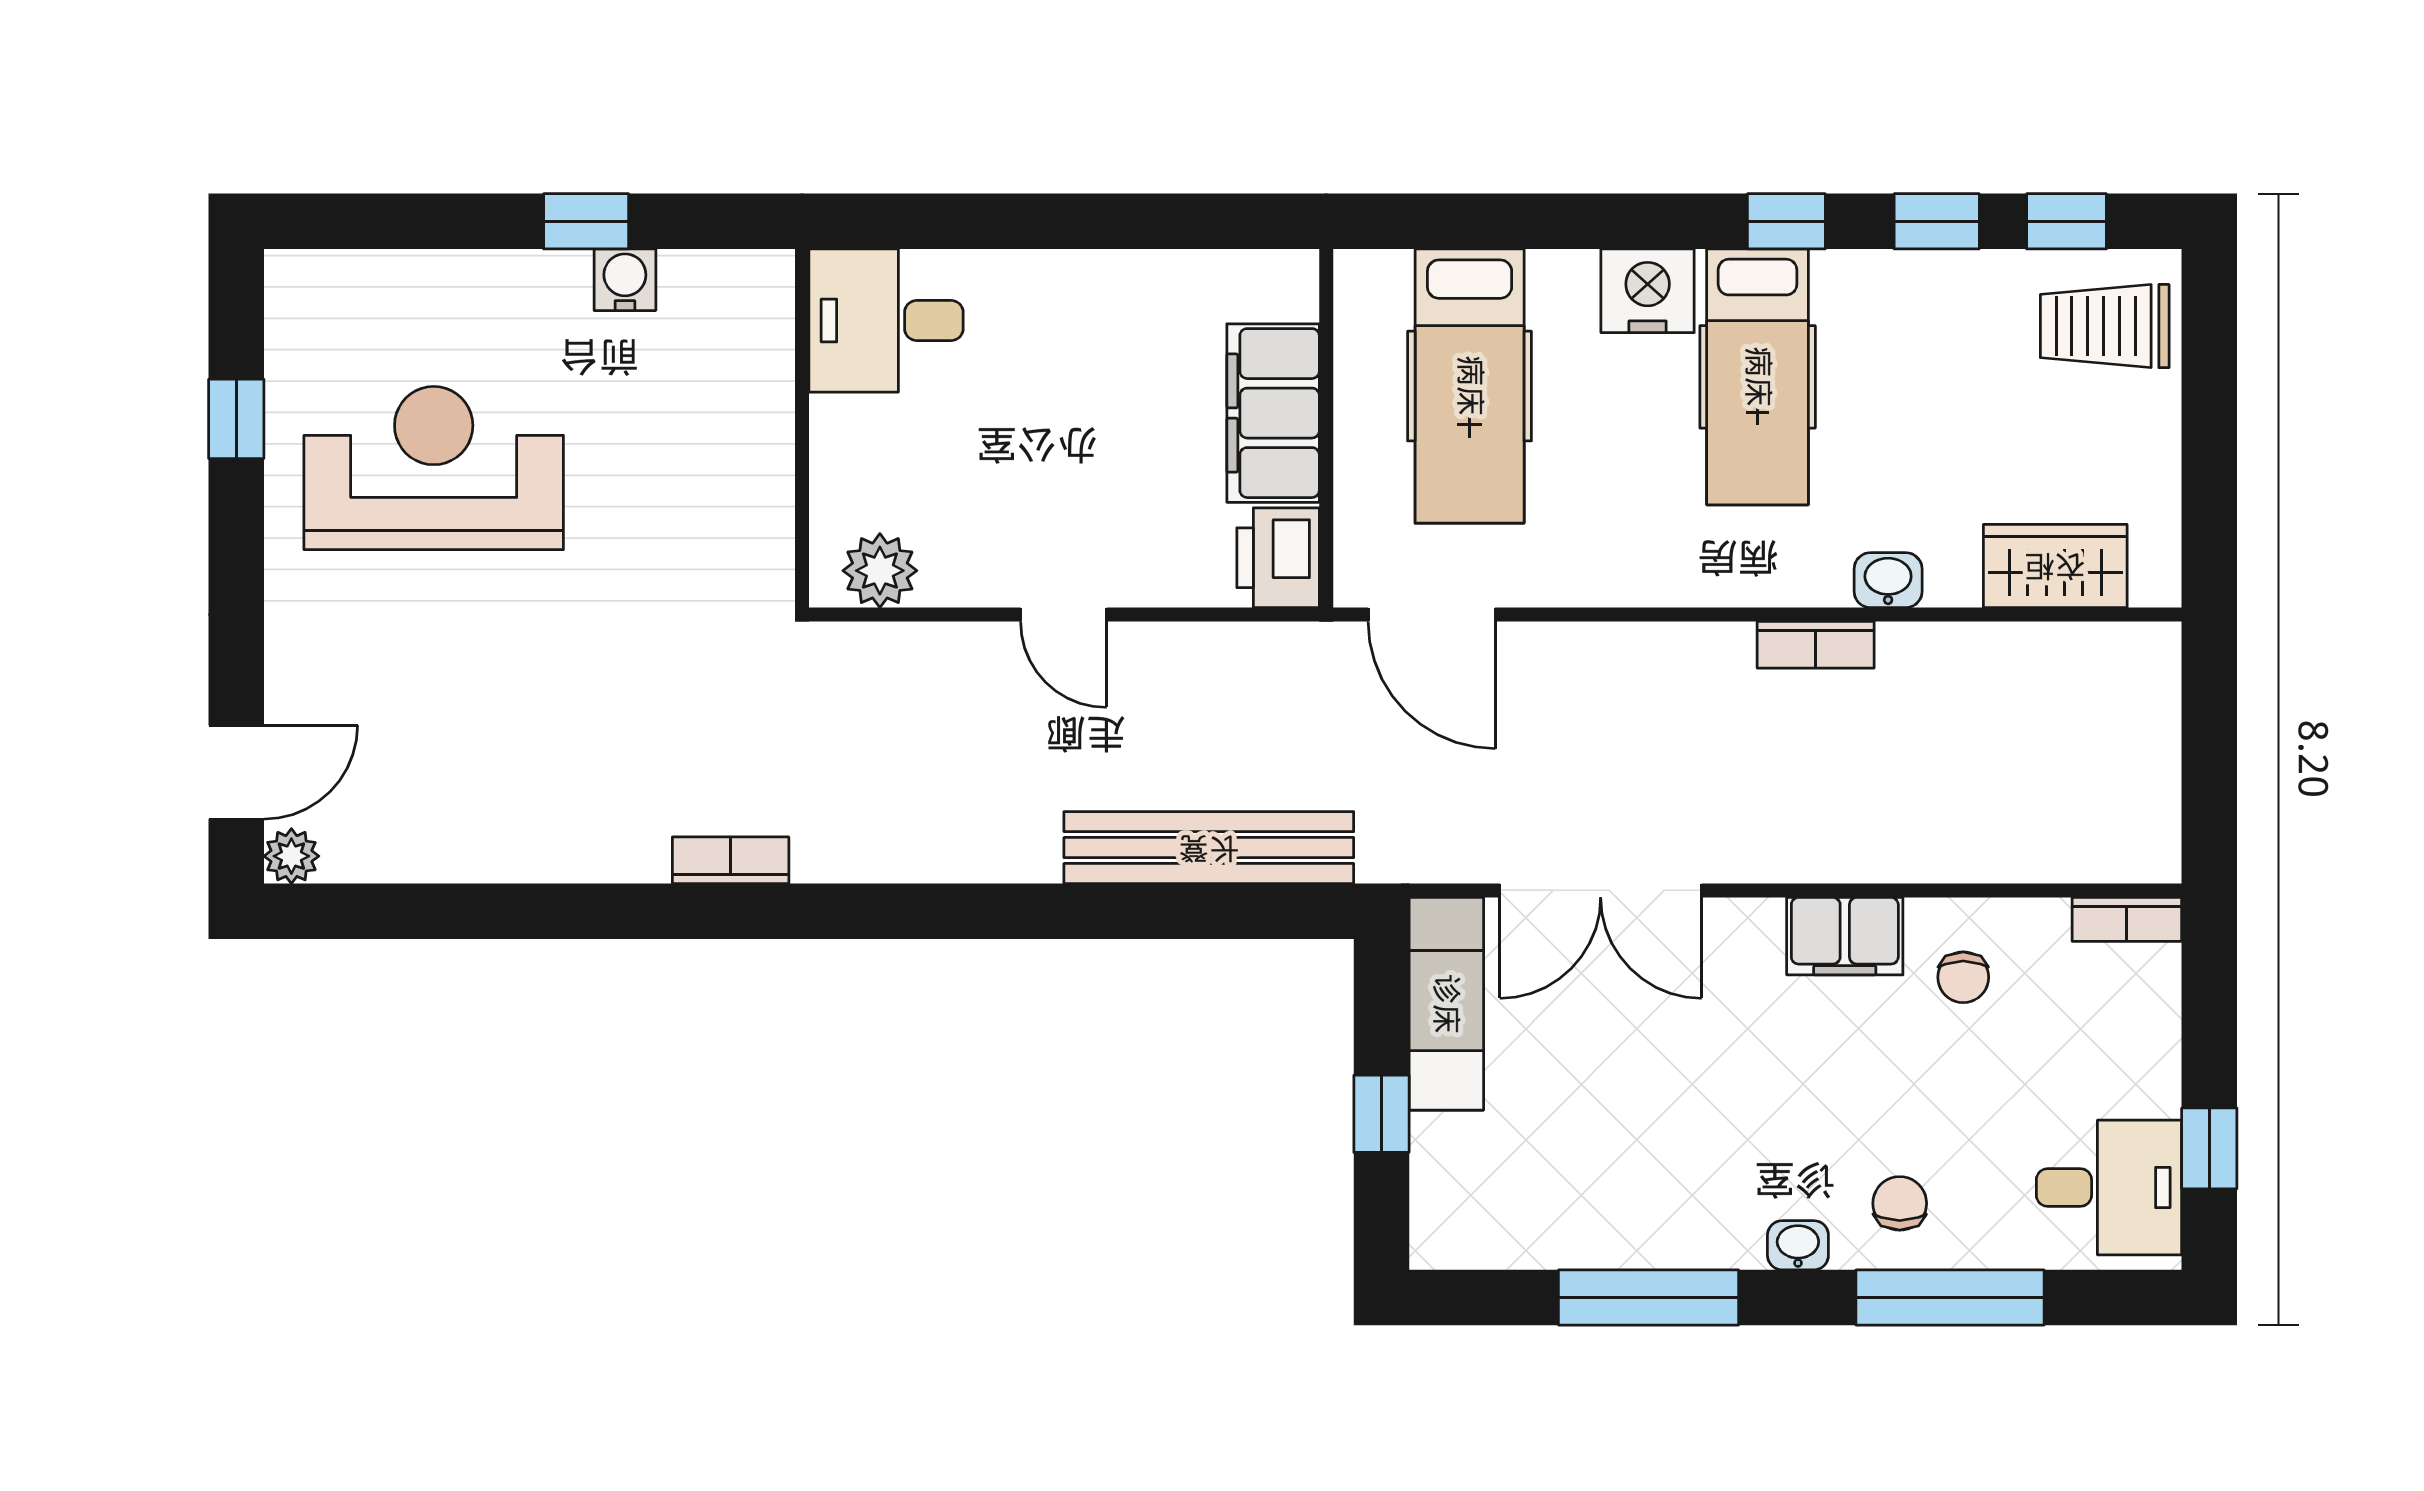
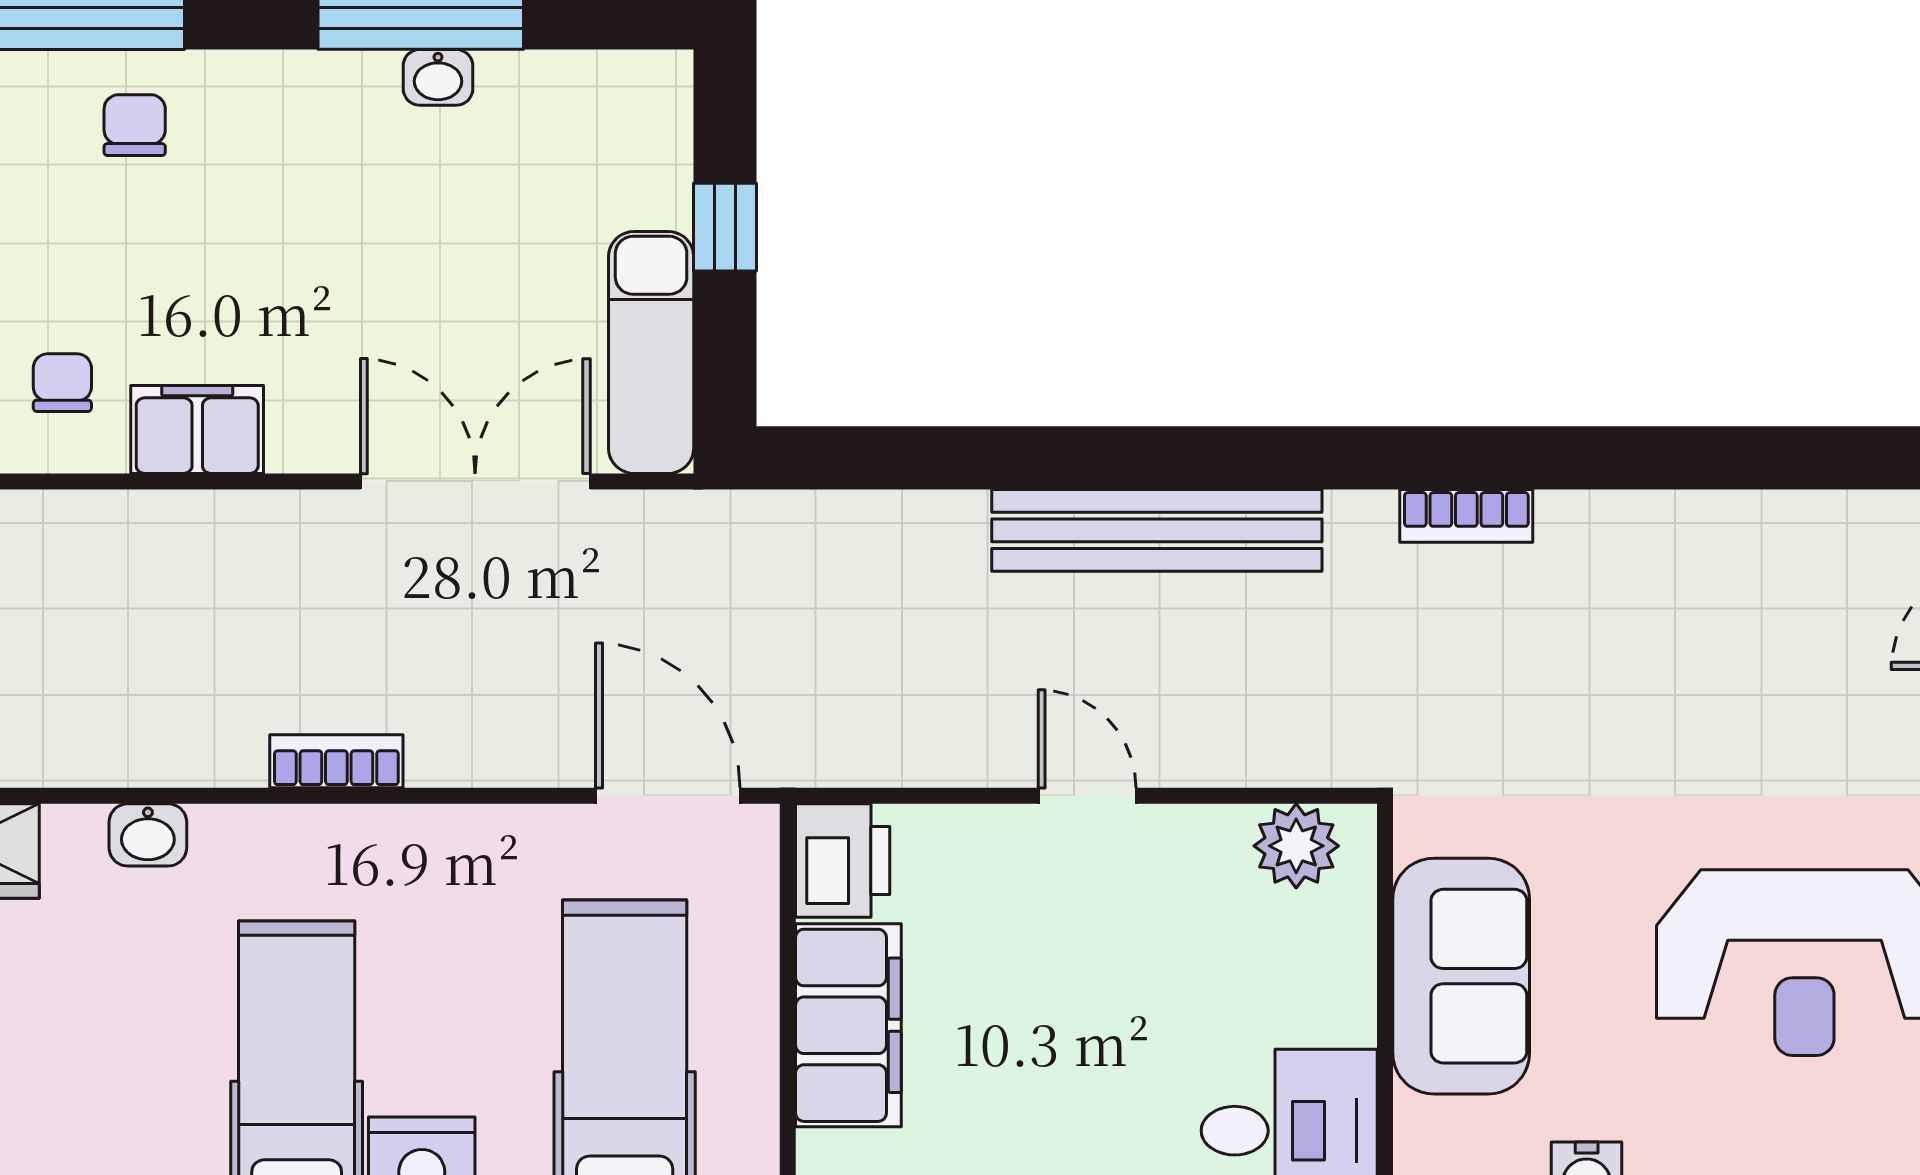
sofa: (735, 456) -> (1461, 976), added
bookcase: (1816, 645) -> (336, 761), moved
bench: (1209, 848) -> (1157, 530), moved
chair: (1900, 1203) -> (135, 125), turned 180
washbasin: (1798, 1245) -> (438, 77), moved

